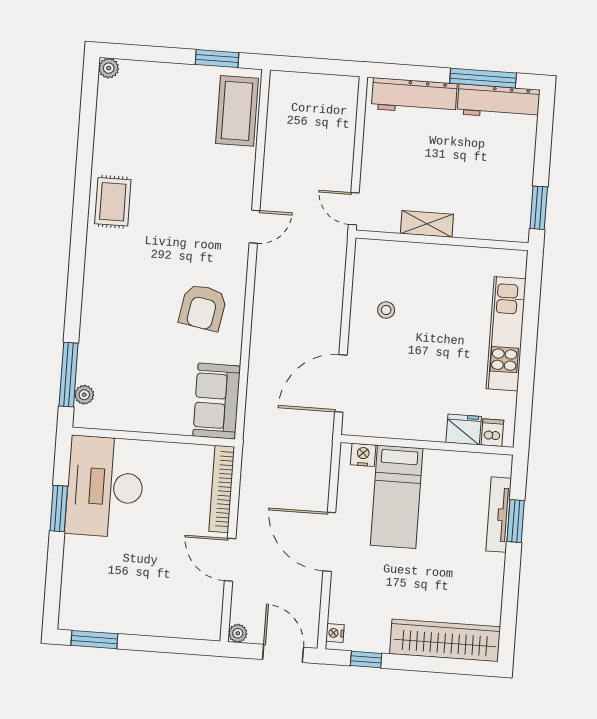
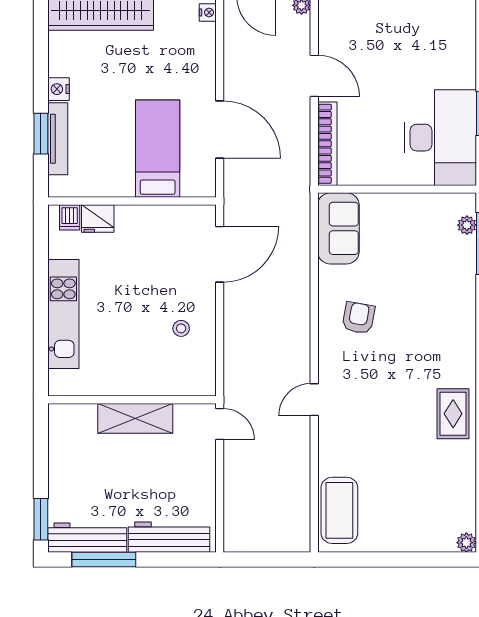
window: (217, 59) -> (362, 560), removed
window: (539, 208) -> (41, 519), moved
shelving: (427, 224) -> (135, 418), width x1.50, depth x1.33
armchair: (203, 307) -> (358, 318), width x0.72, depth x0.72
nightstand: (363, 455) -> (59, 89), moved, turned 90
door: (329, 542) -> (220, 130), moved

